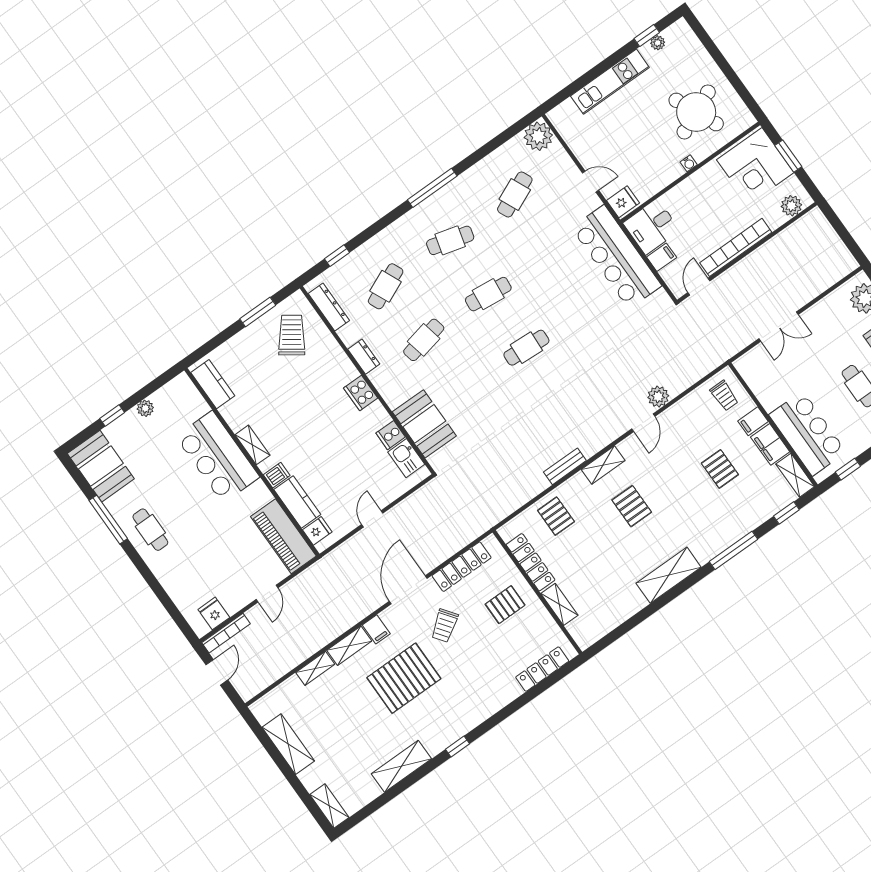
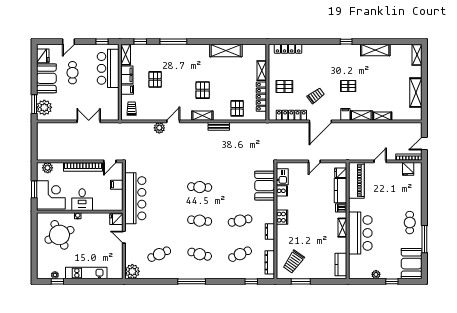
desk: (652, 227) -> (82, 200), moved, turned 90
shelving: (669, 575) -> (226, 50), moved
pallet: (404, 678) -> (348, 86), width x0.49, depth x0.50

